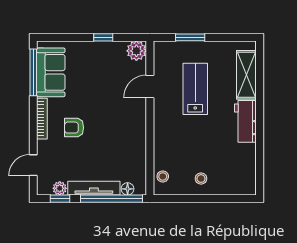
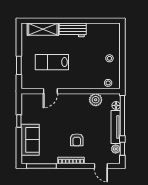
plant: (136, 51) -> (96, 100), moved
sofa: (51, 72) -> (30, 140), moved, turned 90
door: (150, 86) -> (50, 91), hinge flipped

